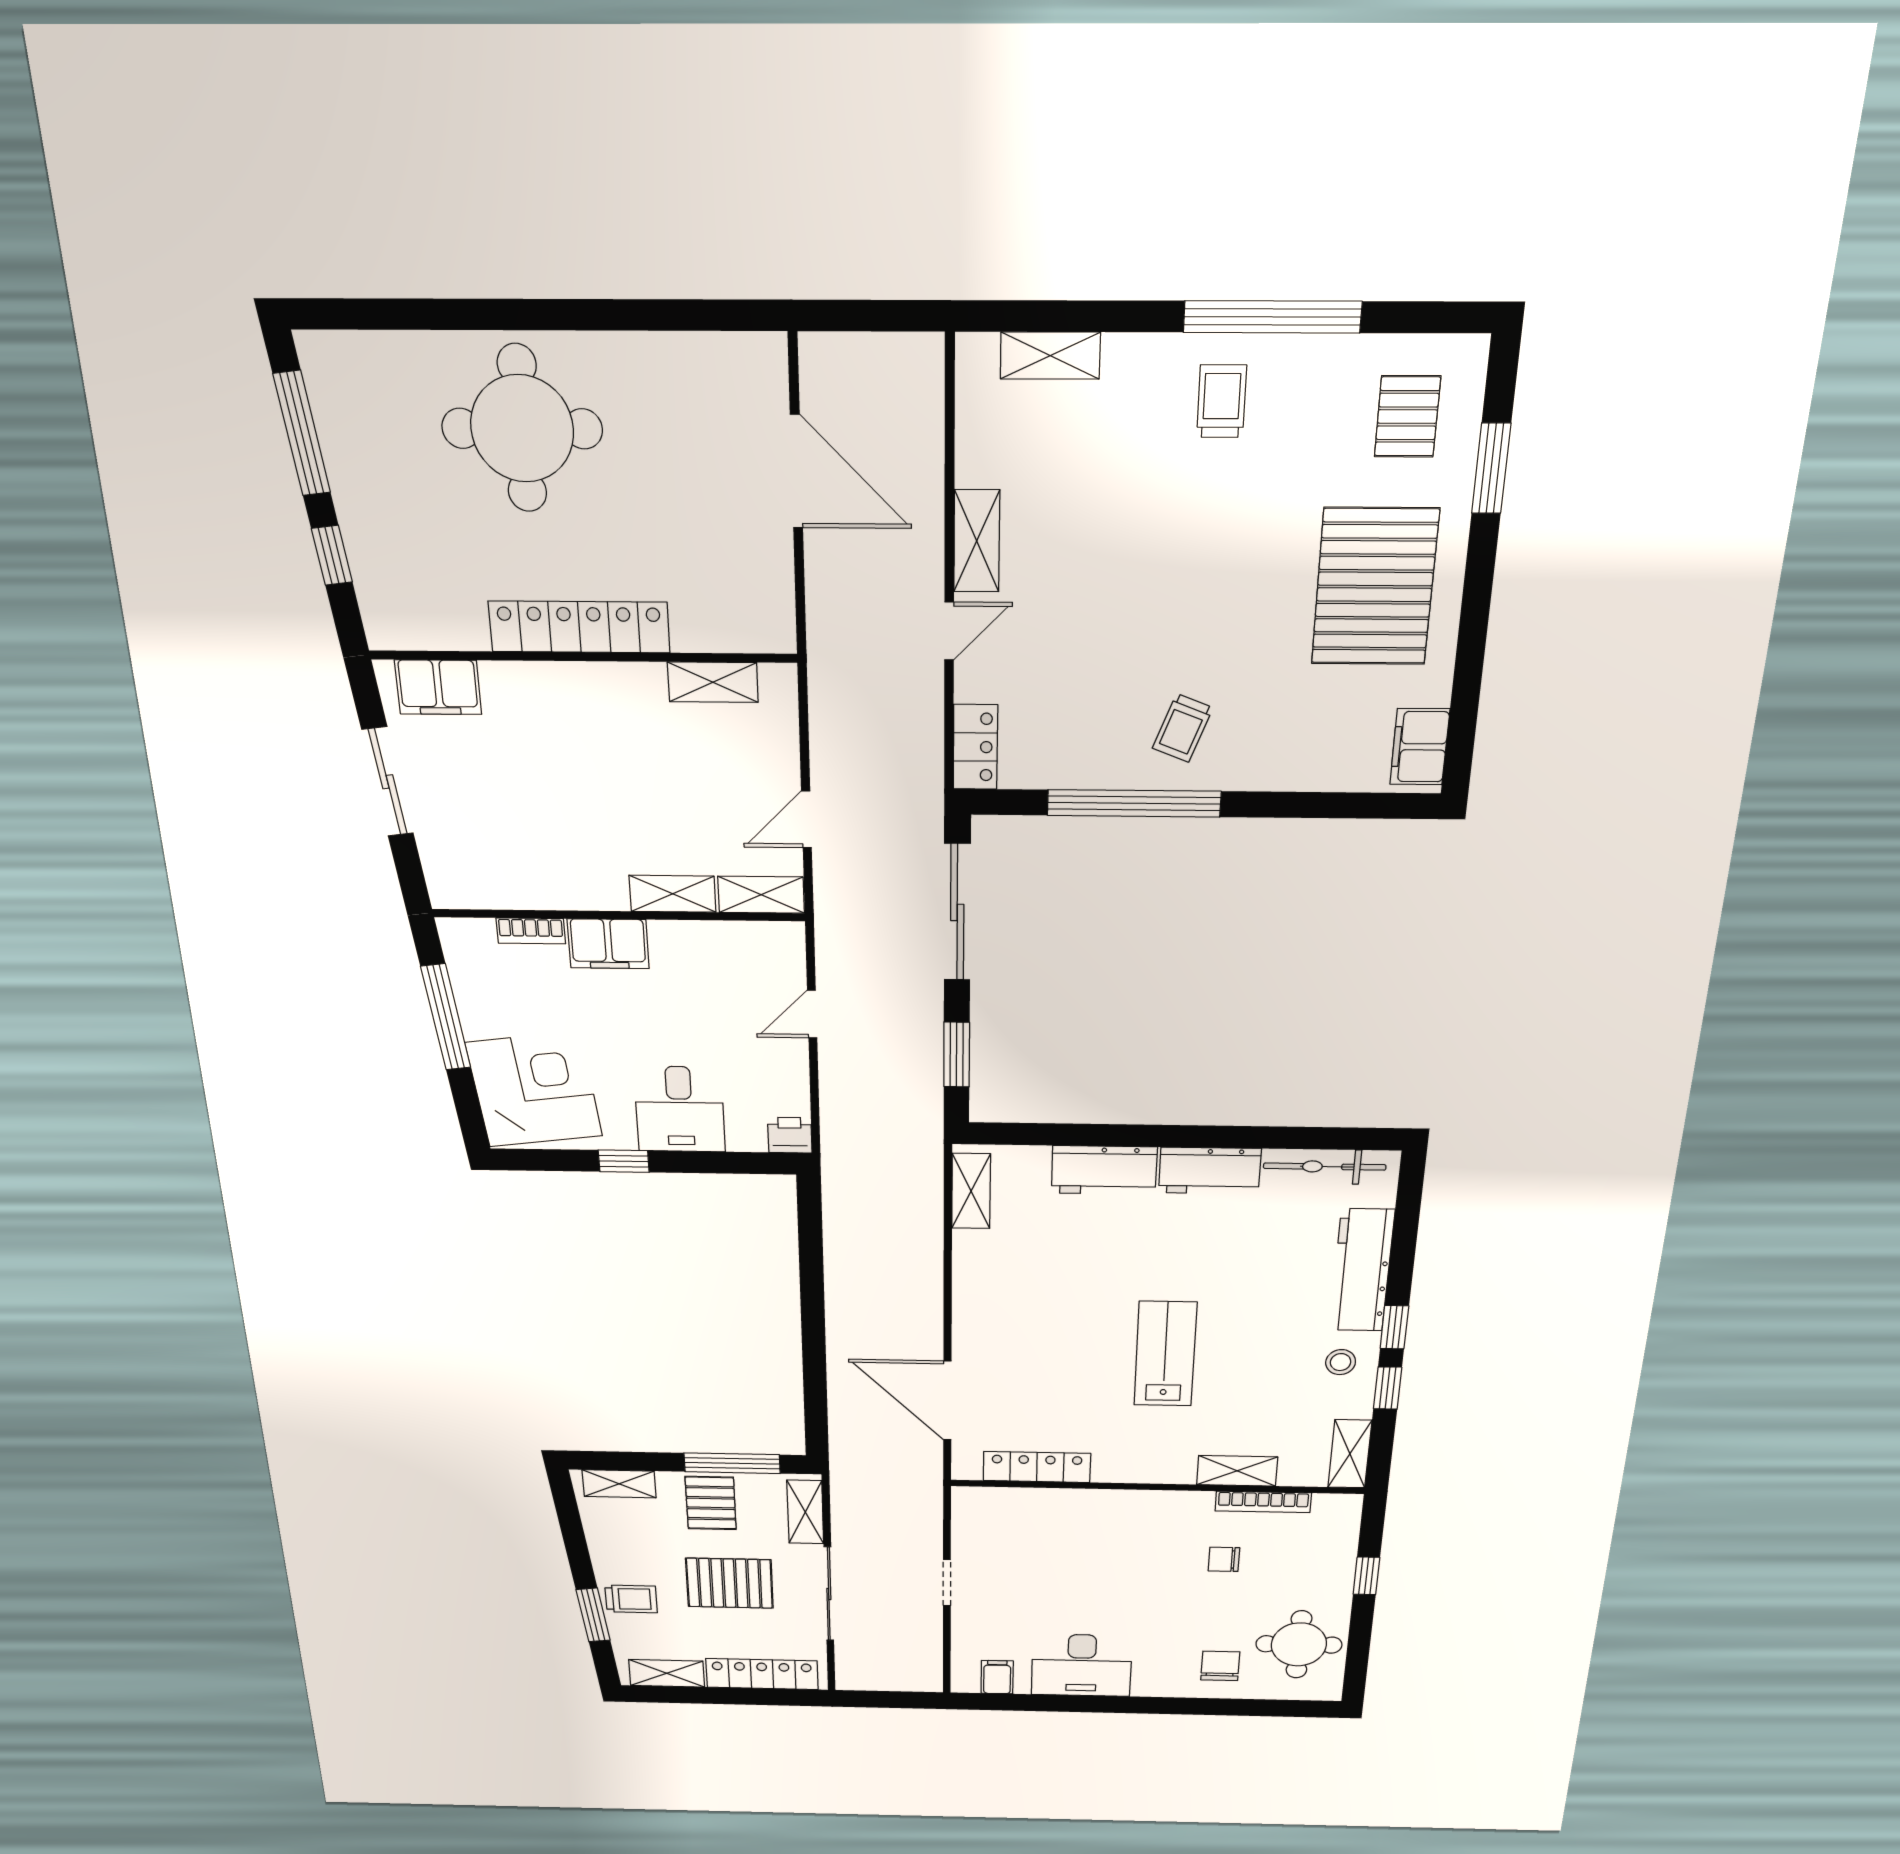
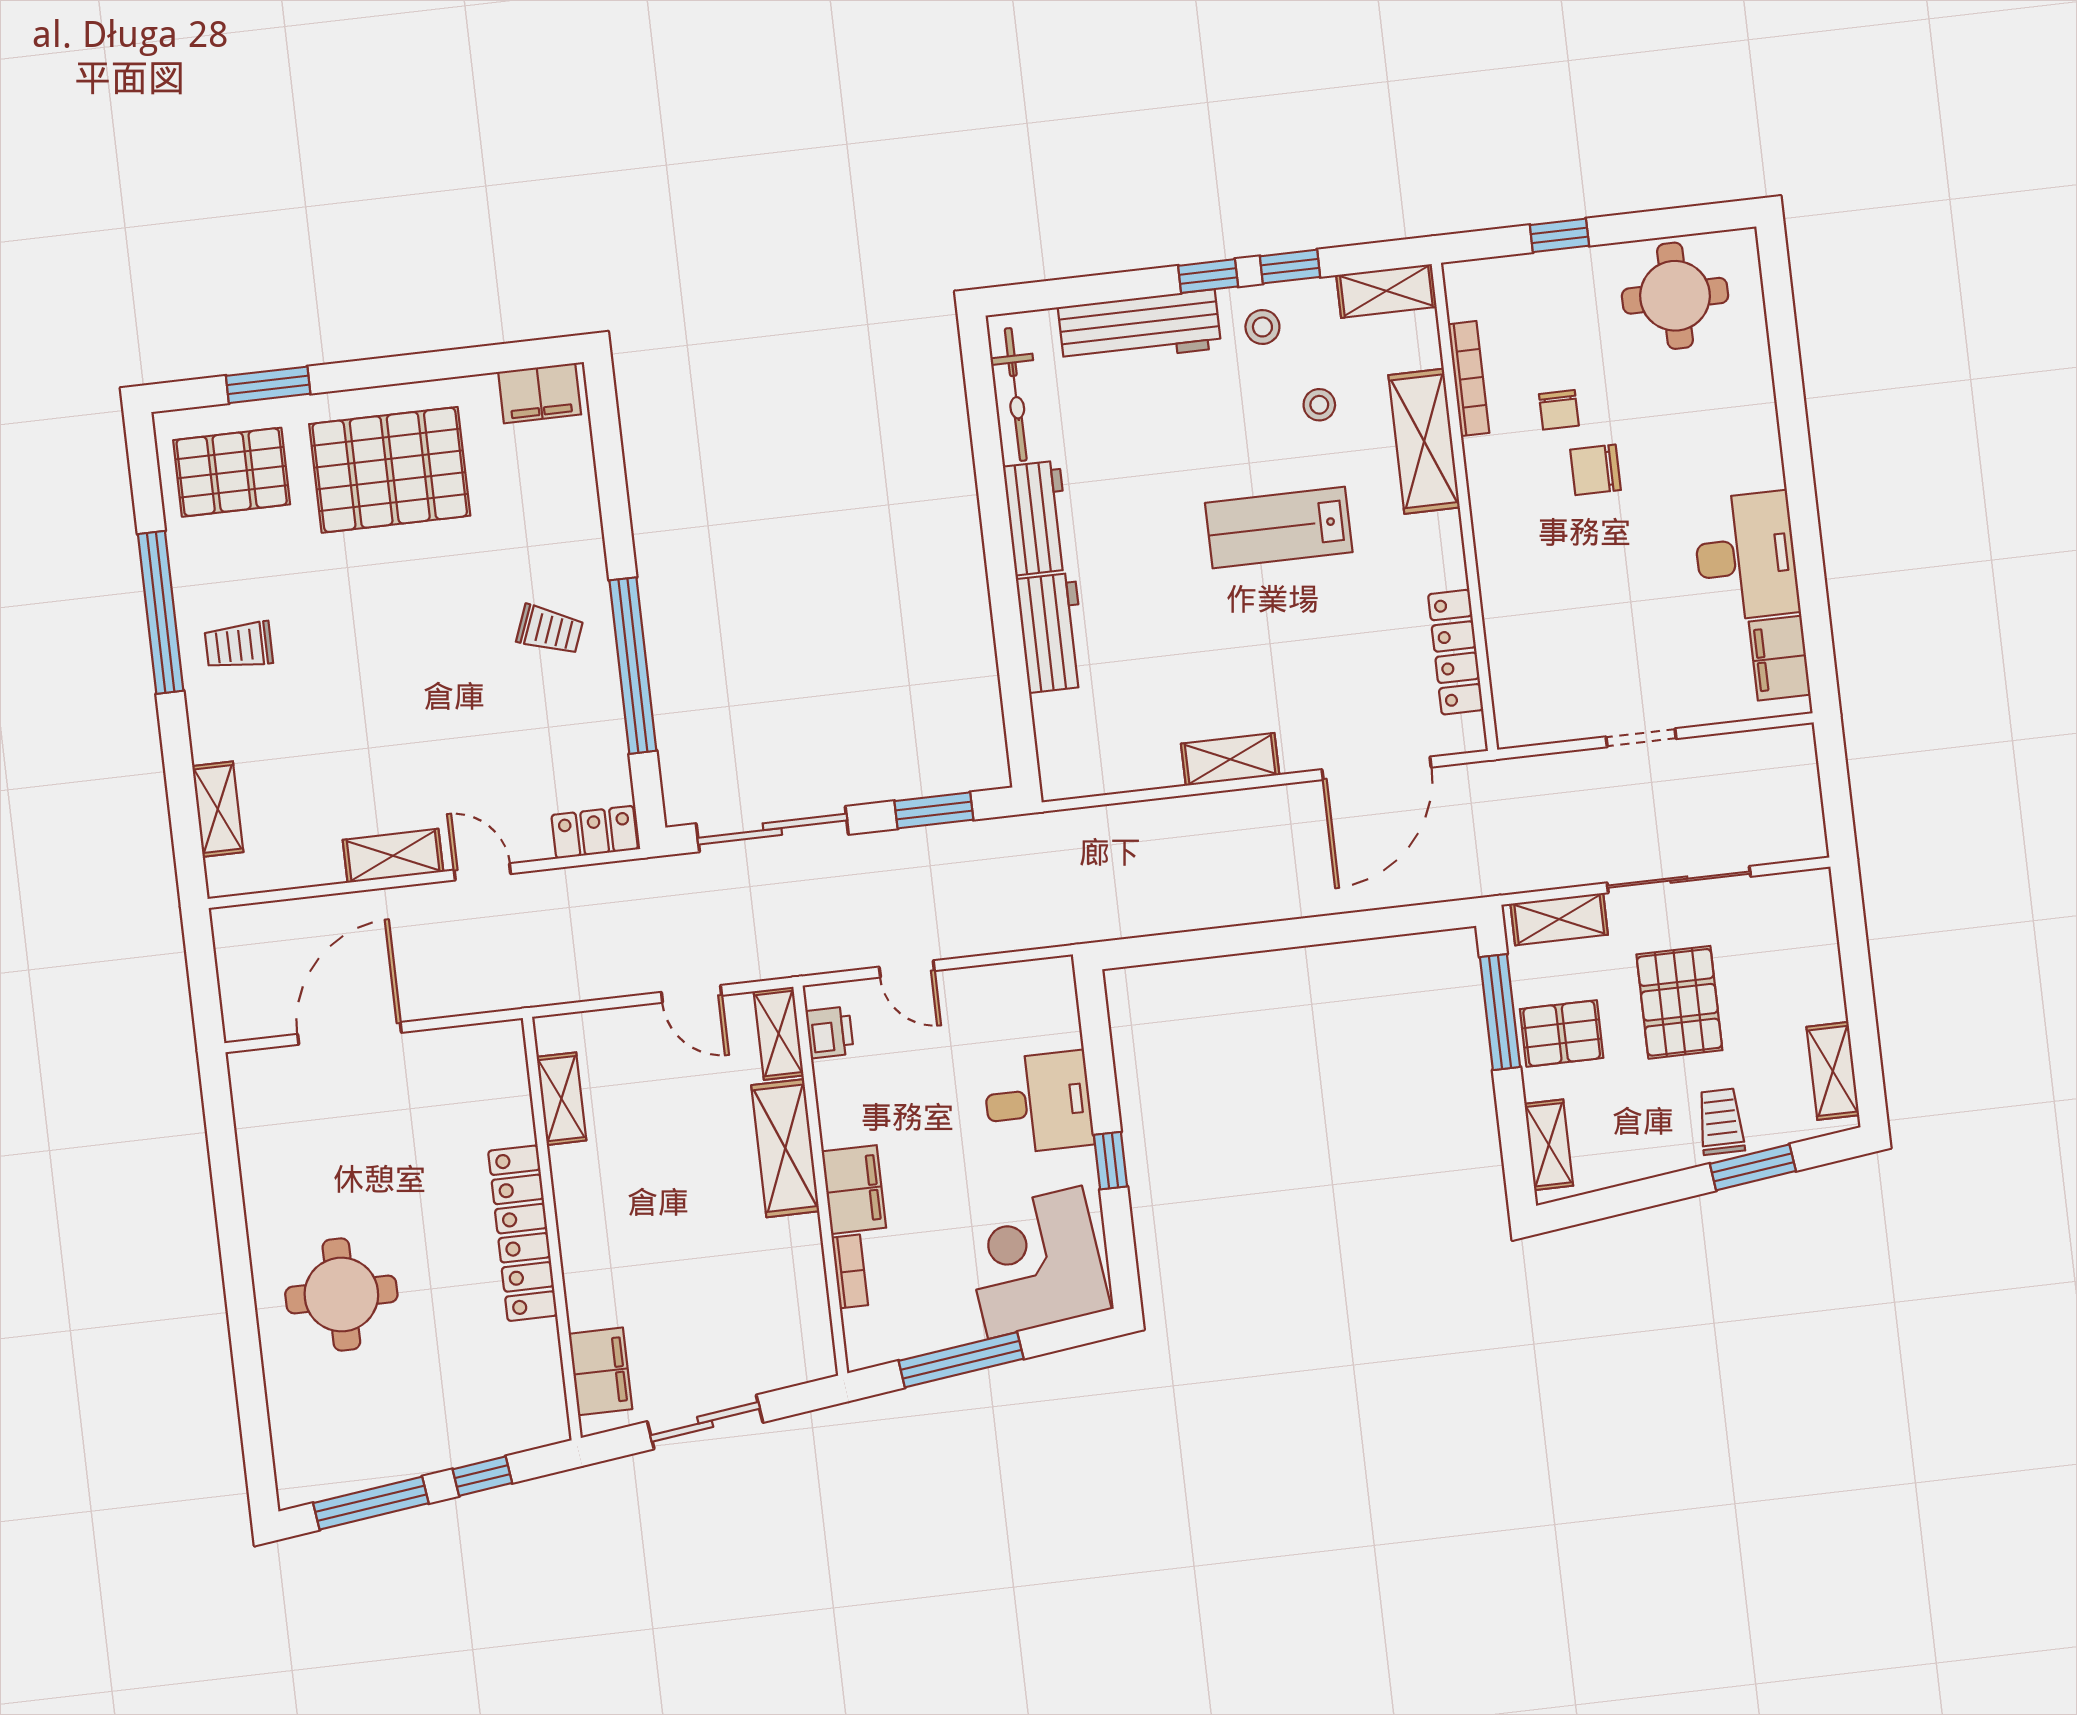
pallet: (1407, 416) -> (232, 472), width x1.50, depth x1.42
round table: (522, 429) -> (341, 1295), width x0.73, depth x0.73
shelving: (673, 894) -> (785, 1148), width x1.50, depth x1.33
printer: (790, 1135) -> (830, 1032), moved, turned 180
shelving: (971, 1191) -> (1230, 759), moved
stool: (1264, 1395) -> (1319, 405), added
shelving: (1237, 1471) -> (1424, 441), width x1.50, depth x1.33
chair: (1220, 1666) -> (1595, 470), moved
locker: (762, 1674) -> (1817, 951), removed
filing cabinet: (997, 1677) -> (1780, 658), width x2.00

